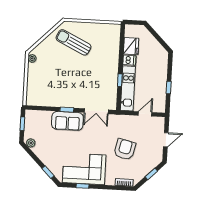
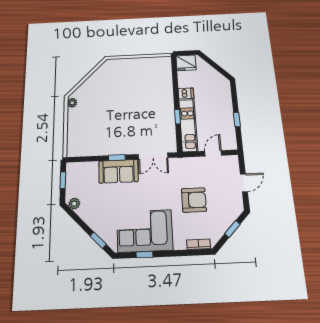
sun lounger: (73, 42) -> (119, 81), removed
fridge: (131, 46) -> (186, 63), moved, turned 90
armchair: (125, 149) -> (194, 200), turned 77

